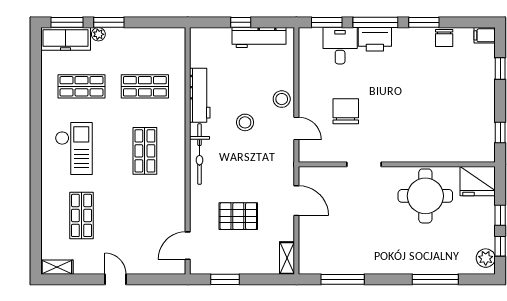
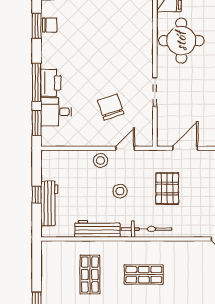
window: (424, 22) -> (37, 26), moved
workbench: (259, 38) -> (49, 204), moved
chair: (346, 111) -> (111, 107), turned 71
pallet: (238, 216) -> (167, 189), moved

